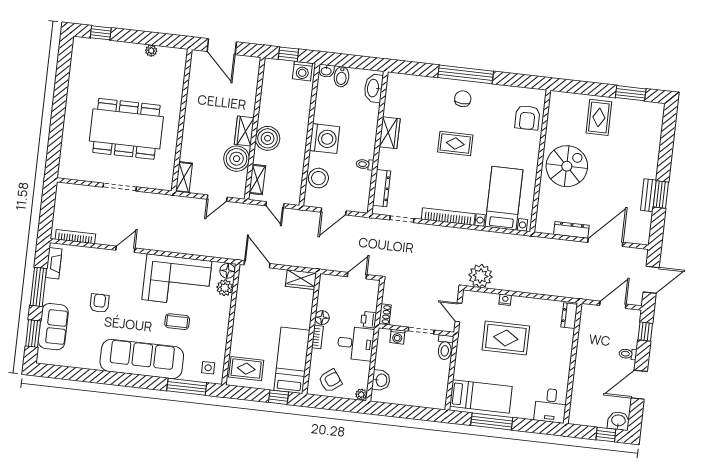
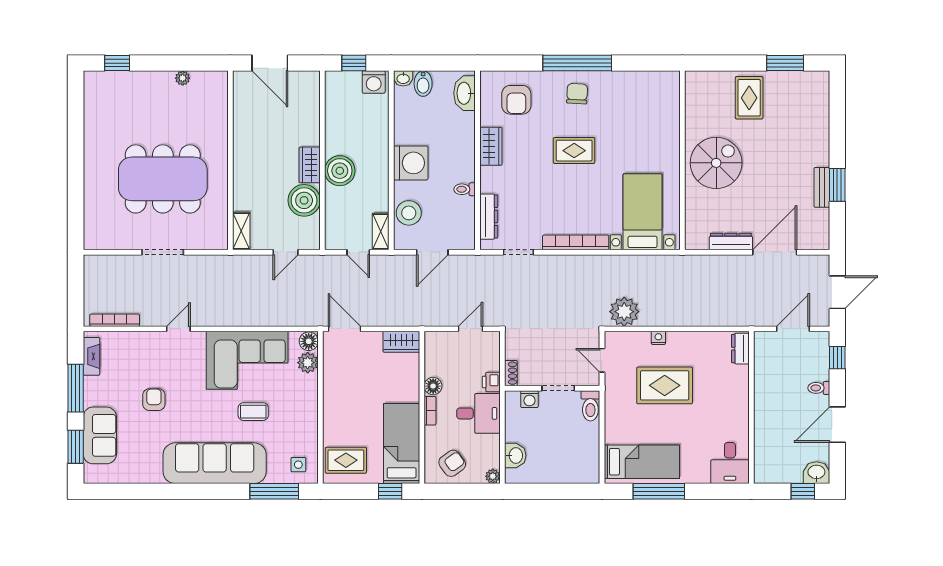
armchair: (527, 118) -> (516, 100), moved
shelving: (257, 179) -> (381, 232), moved

